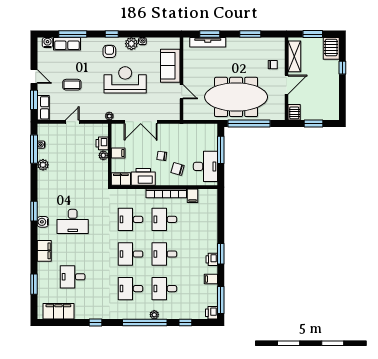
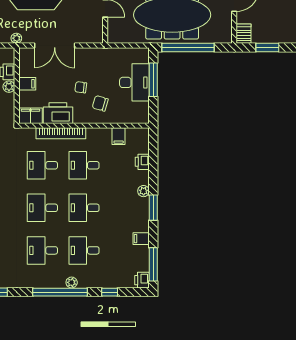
desk: (205, 166) -> (134, 82), moved
bookcase: (166, 193) -> (61, 133), moved
plant: (213, 240) -> (144, 191), added
printer: (212, 259) -> (142, 162), moved

